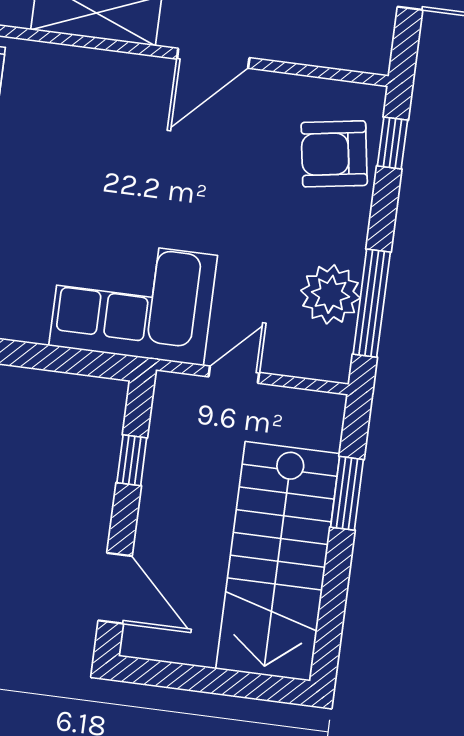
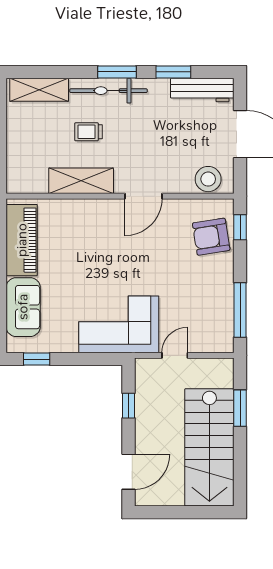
stool: (343, 42) -> (208, 179), added
plant: (330, 294) -> (219, 308), removed
door: (115, 588) -> (129, 472), hinge flipped

